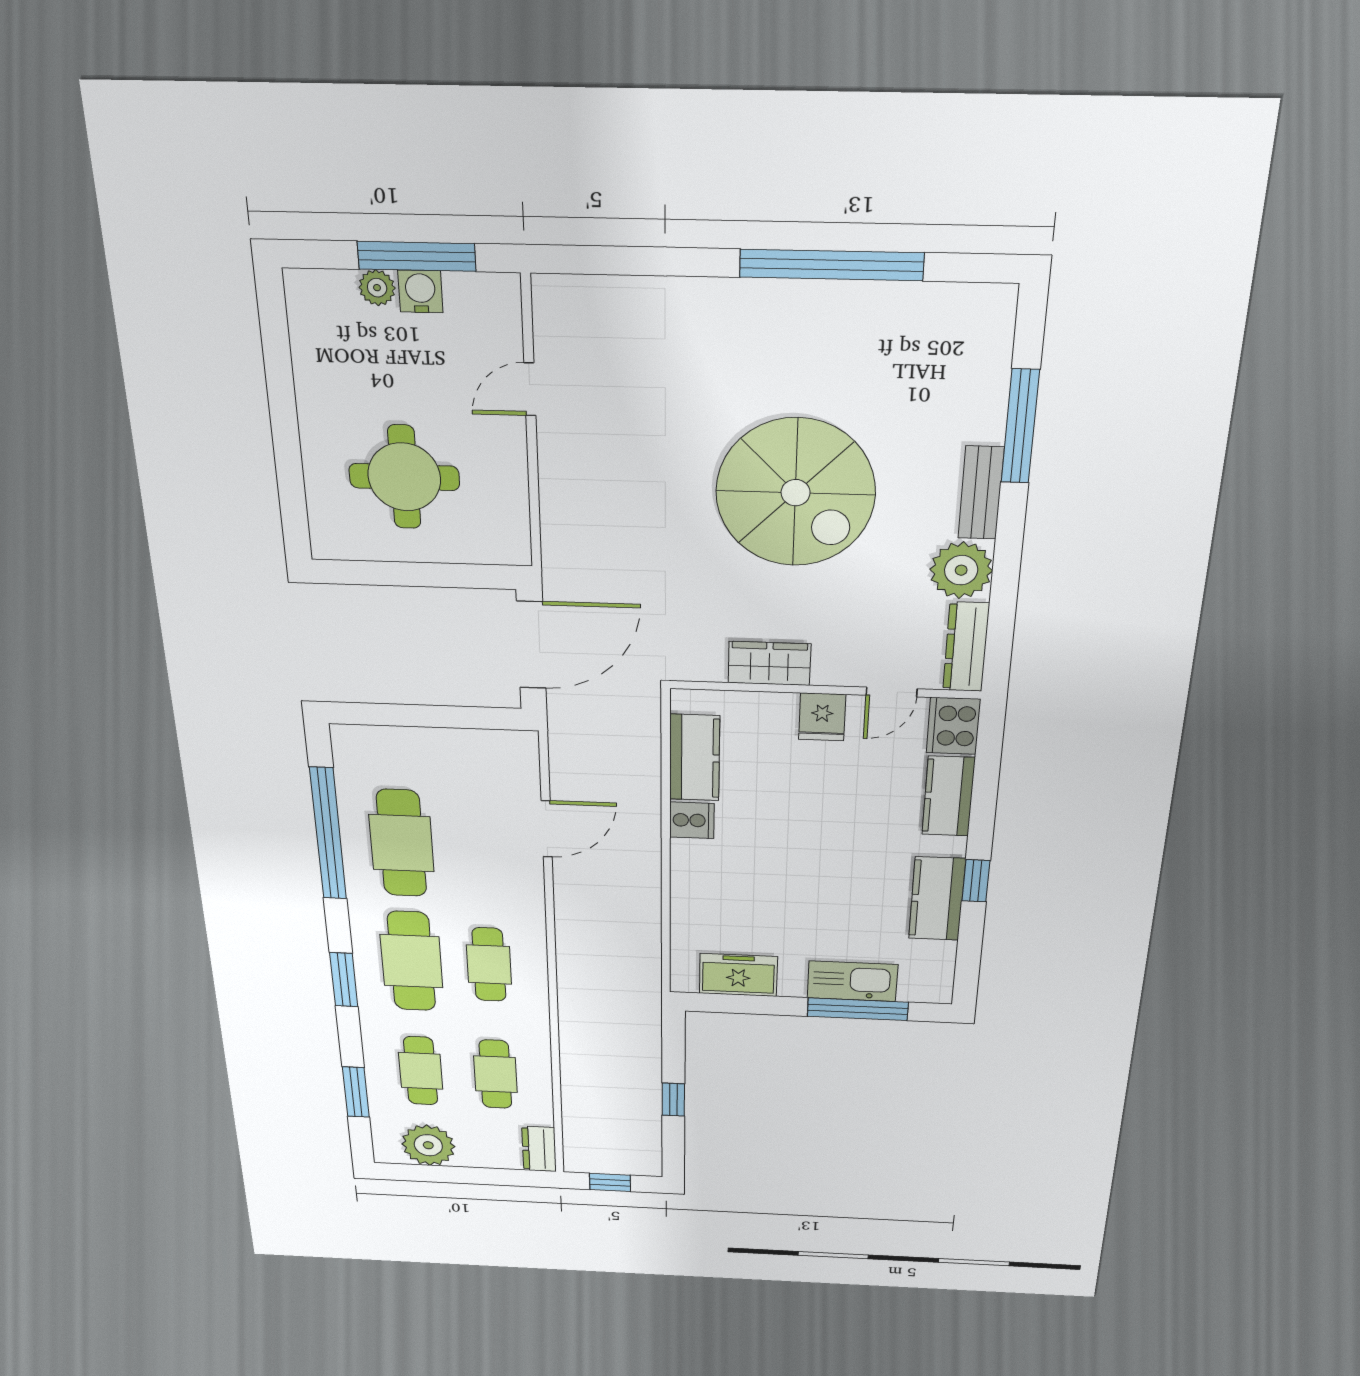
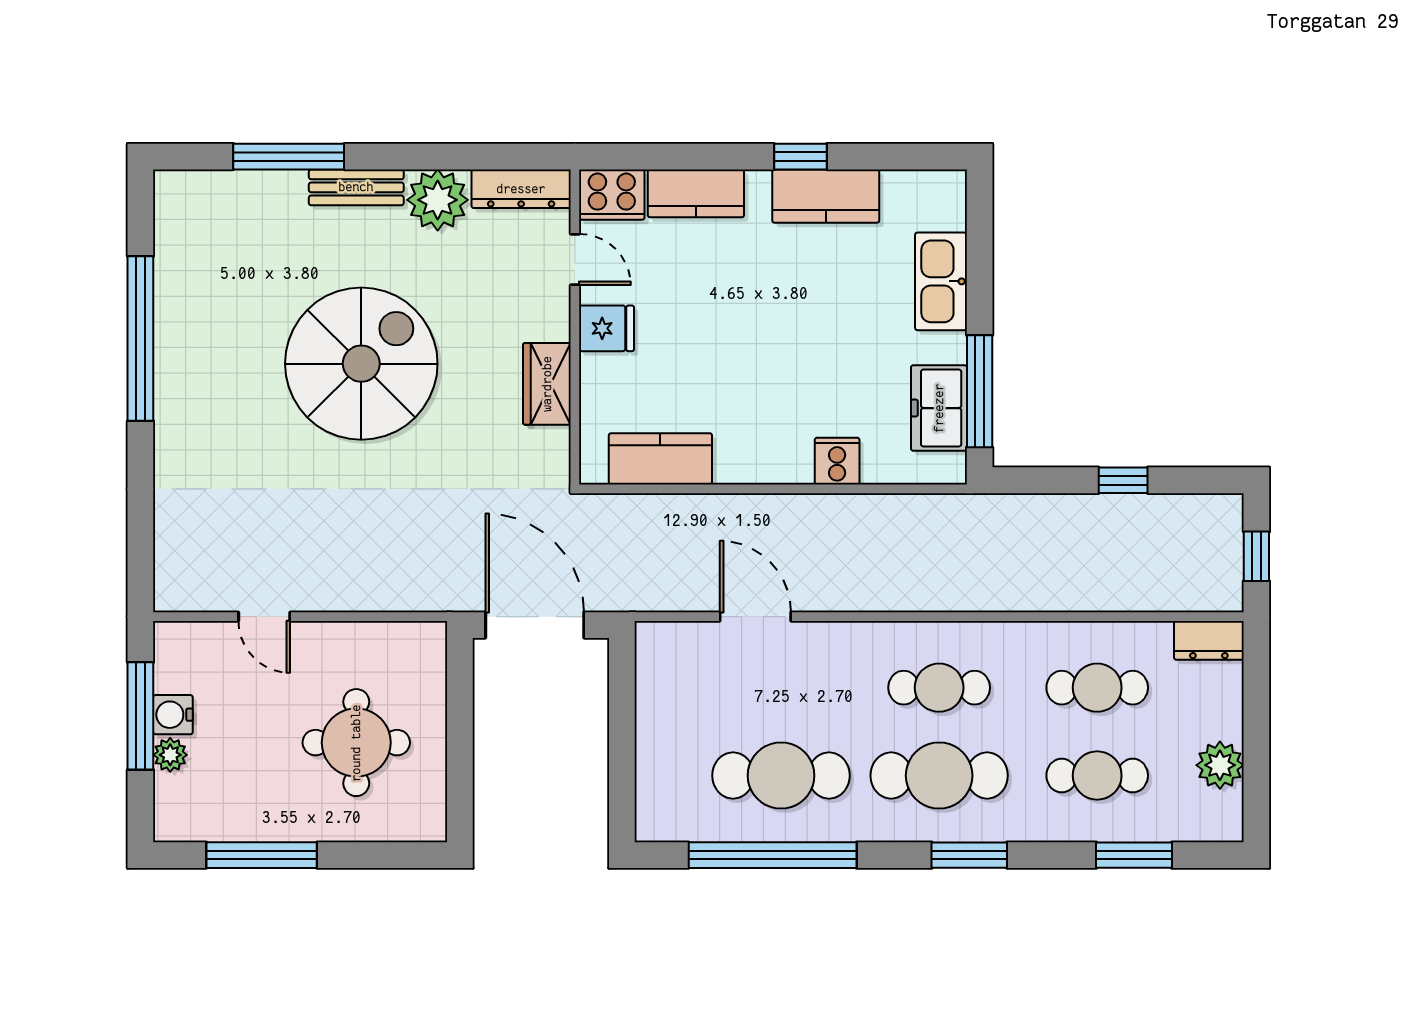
window: (280, 380) -> (262, 855), added
cooker: (692, 820) -> (837, 461), moved
window: (858, 1009) -> (980, 391), moved
plant: (428, 1145) -> (1220, 765), width x0.73, depth x0.73

